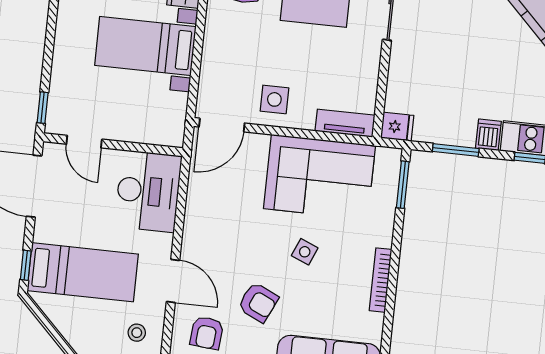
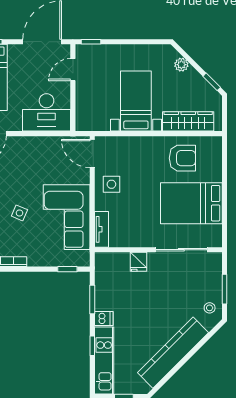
fridge: (397, 127) -> (138, 262), moved
window: (403, 185) -> (67, 269), width x0.67

